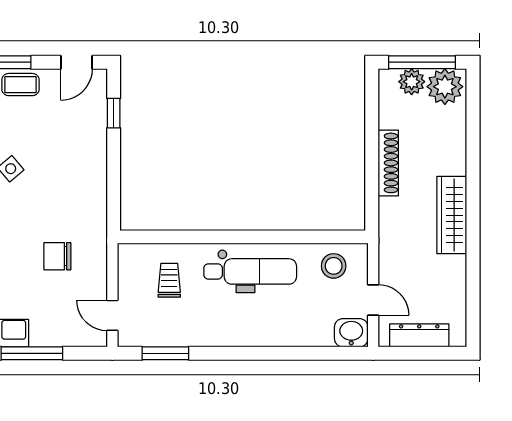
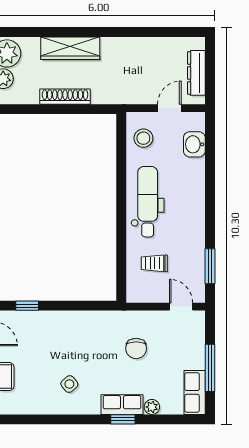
wardrobe: (452, 215) -> (70, 48), moved
door: (112, 315) -> (181, 307), swing flipped
washbasin: (351, 333) -> (194, 144), moved

